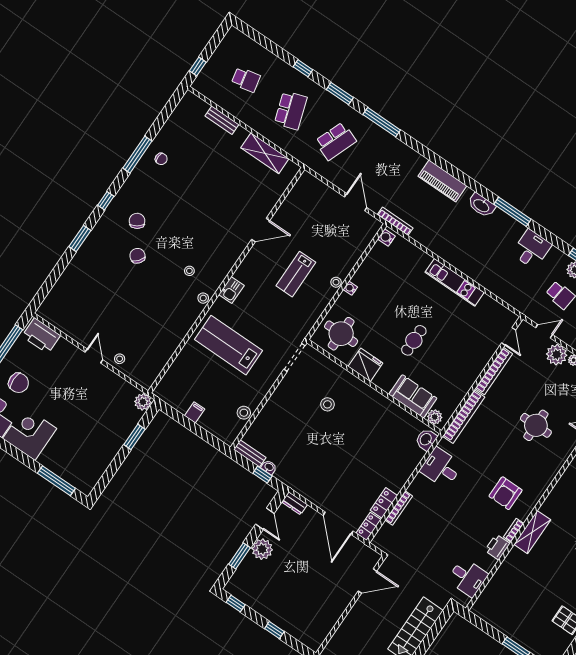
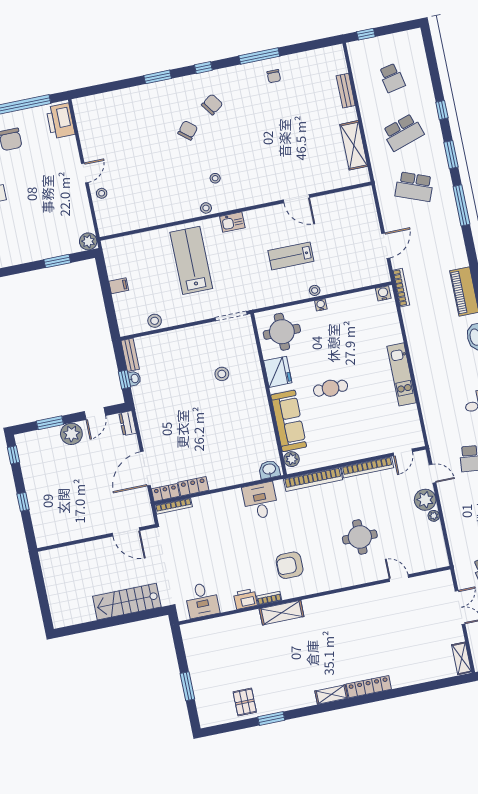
sofa: (413, 396) -> (289, 421), width x1.36
bookcase: (399, 508) -> (174, 506), moved

